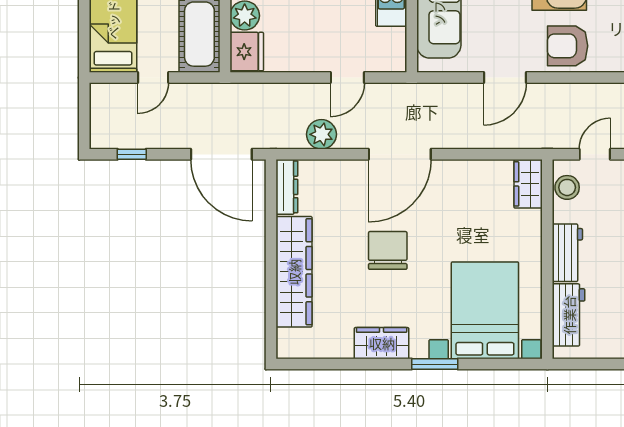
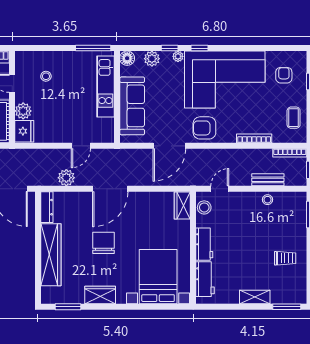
door: (505, 78) -> (169, 146), width x1.36
window: (435, 364) -> (68, 307), moved

